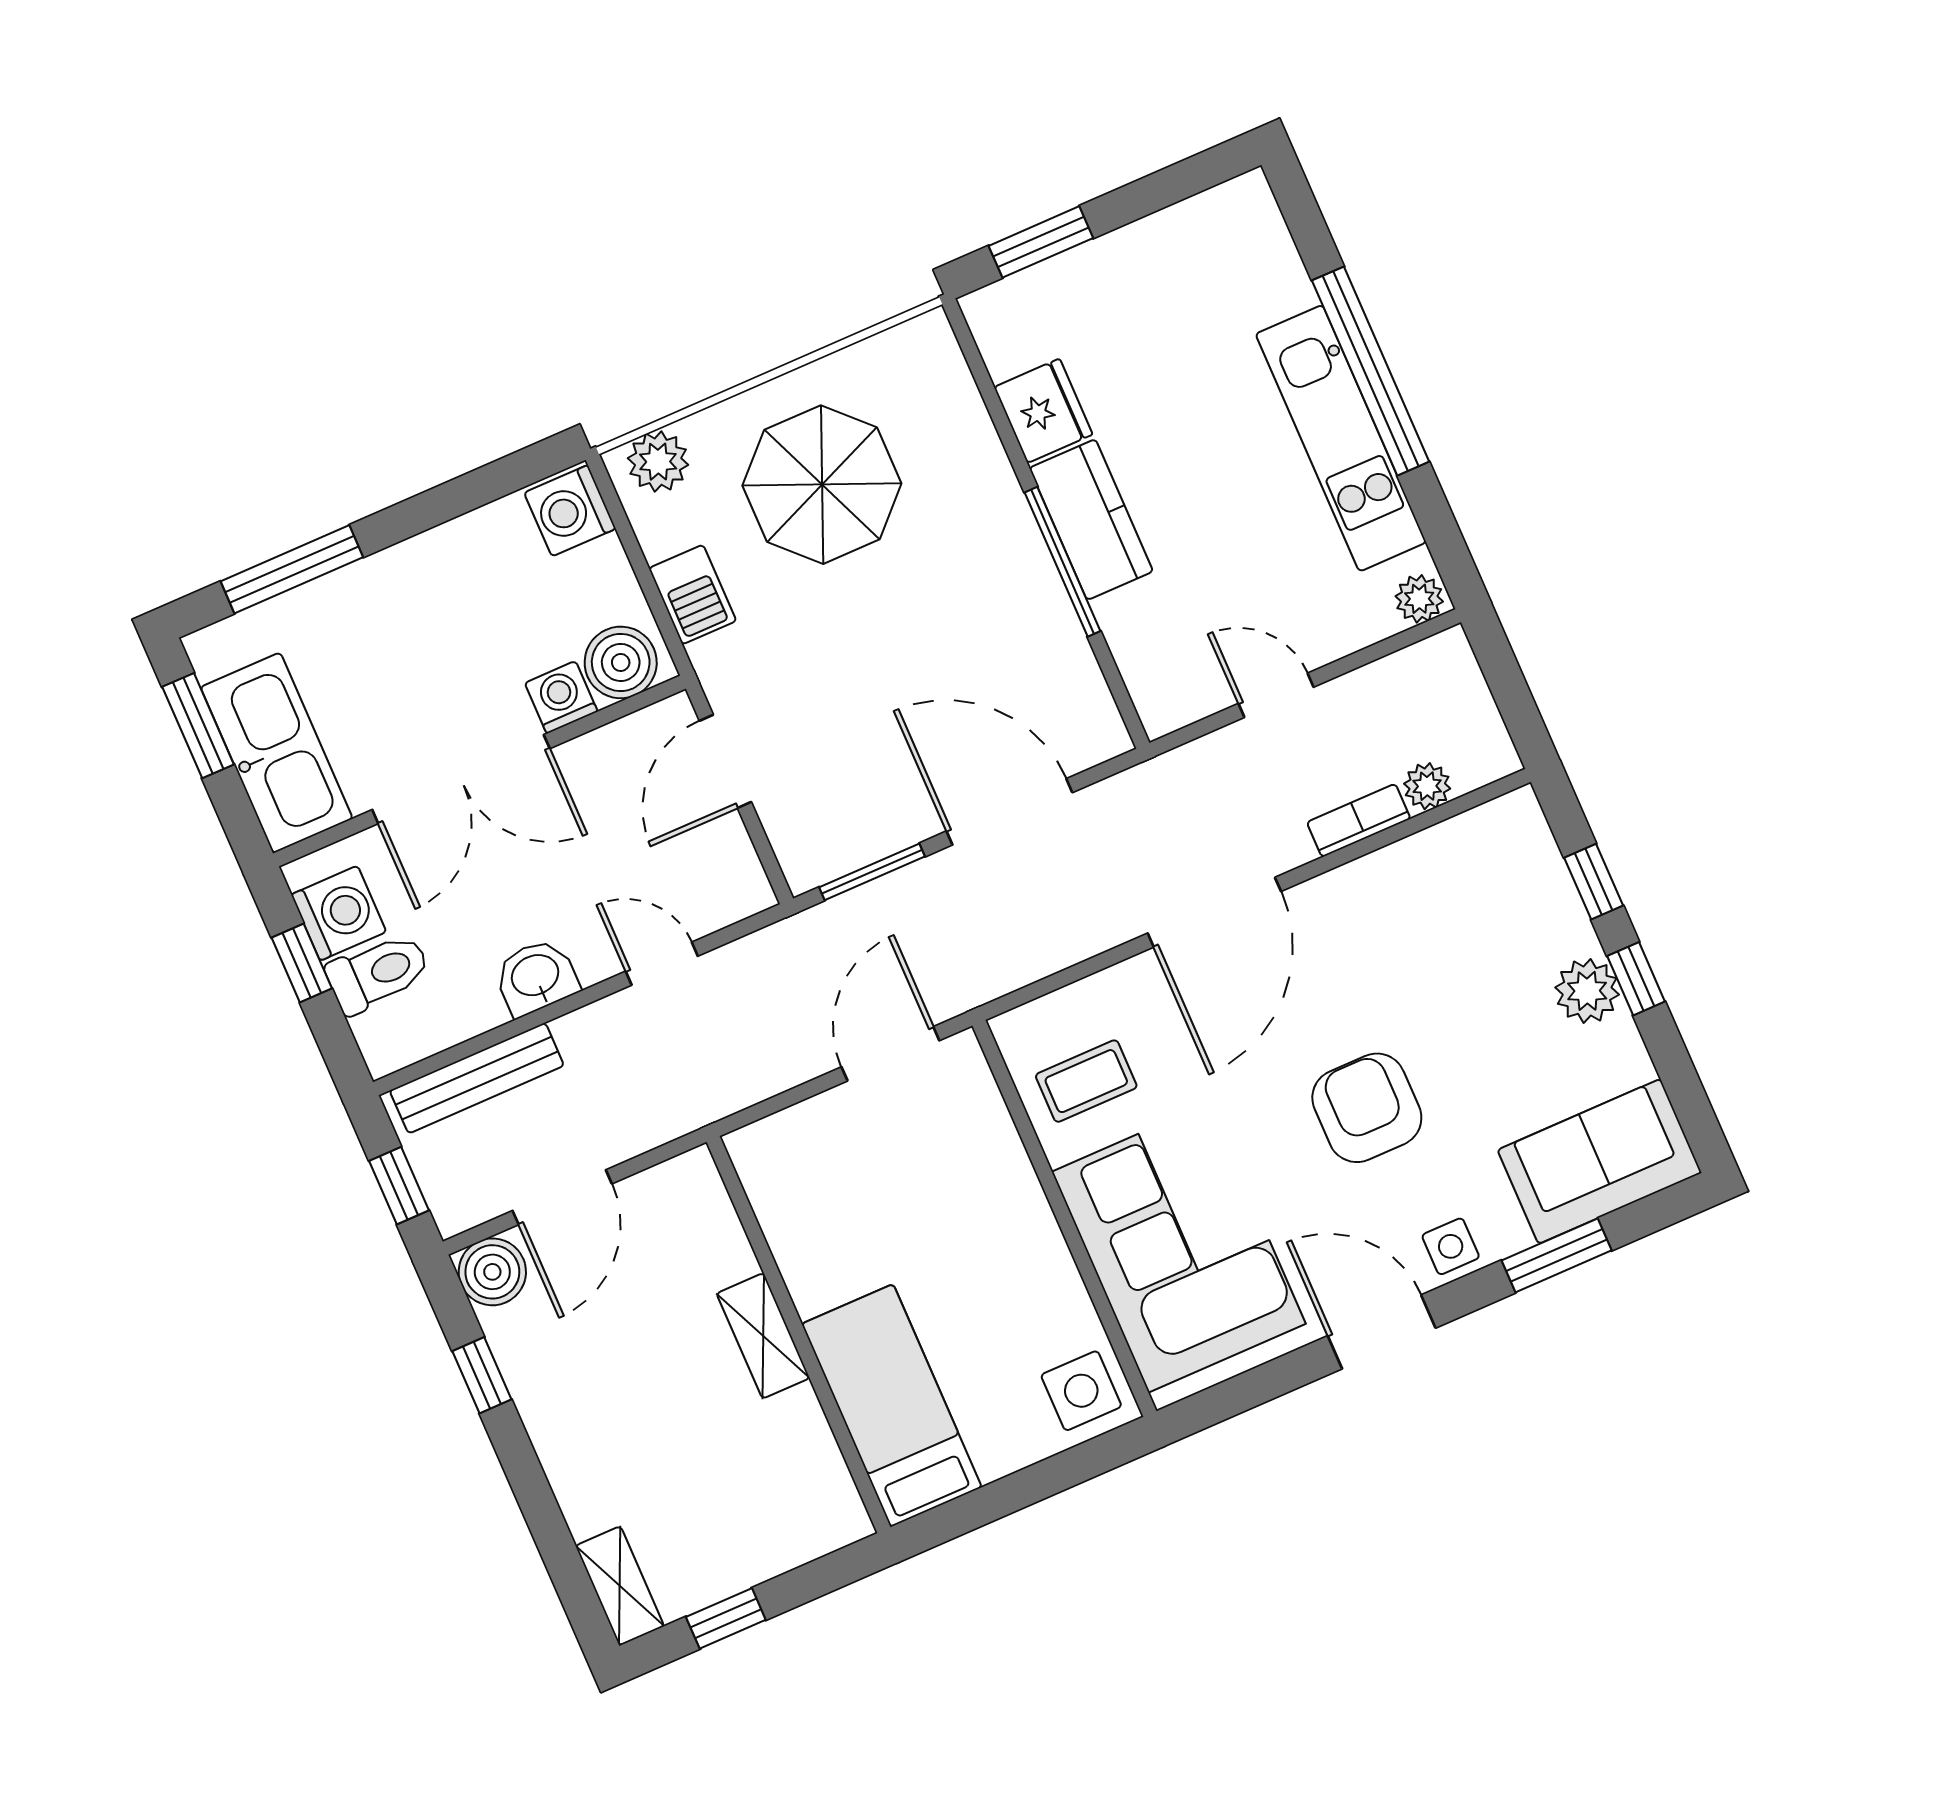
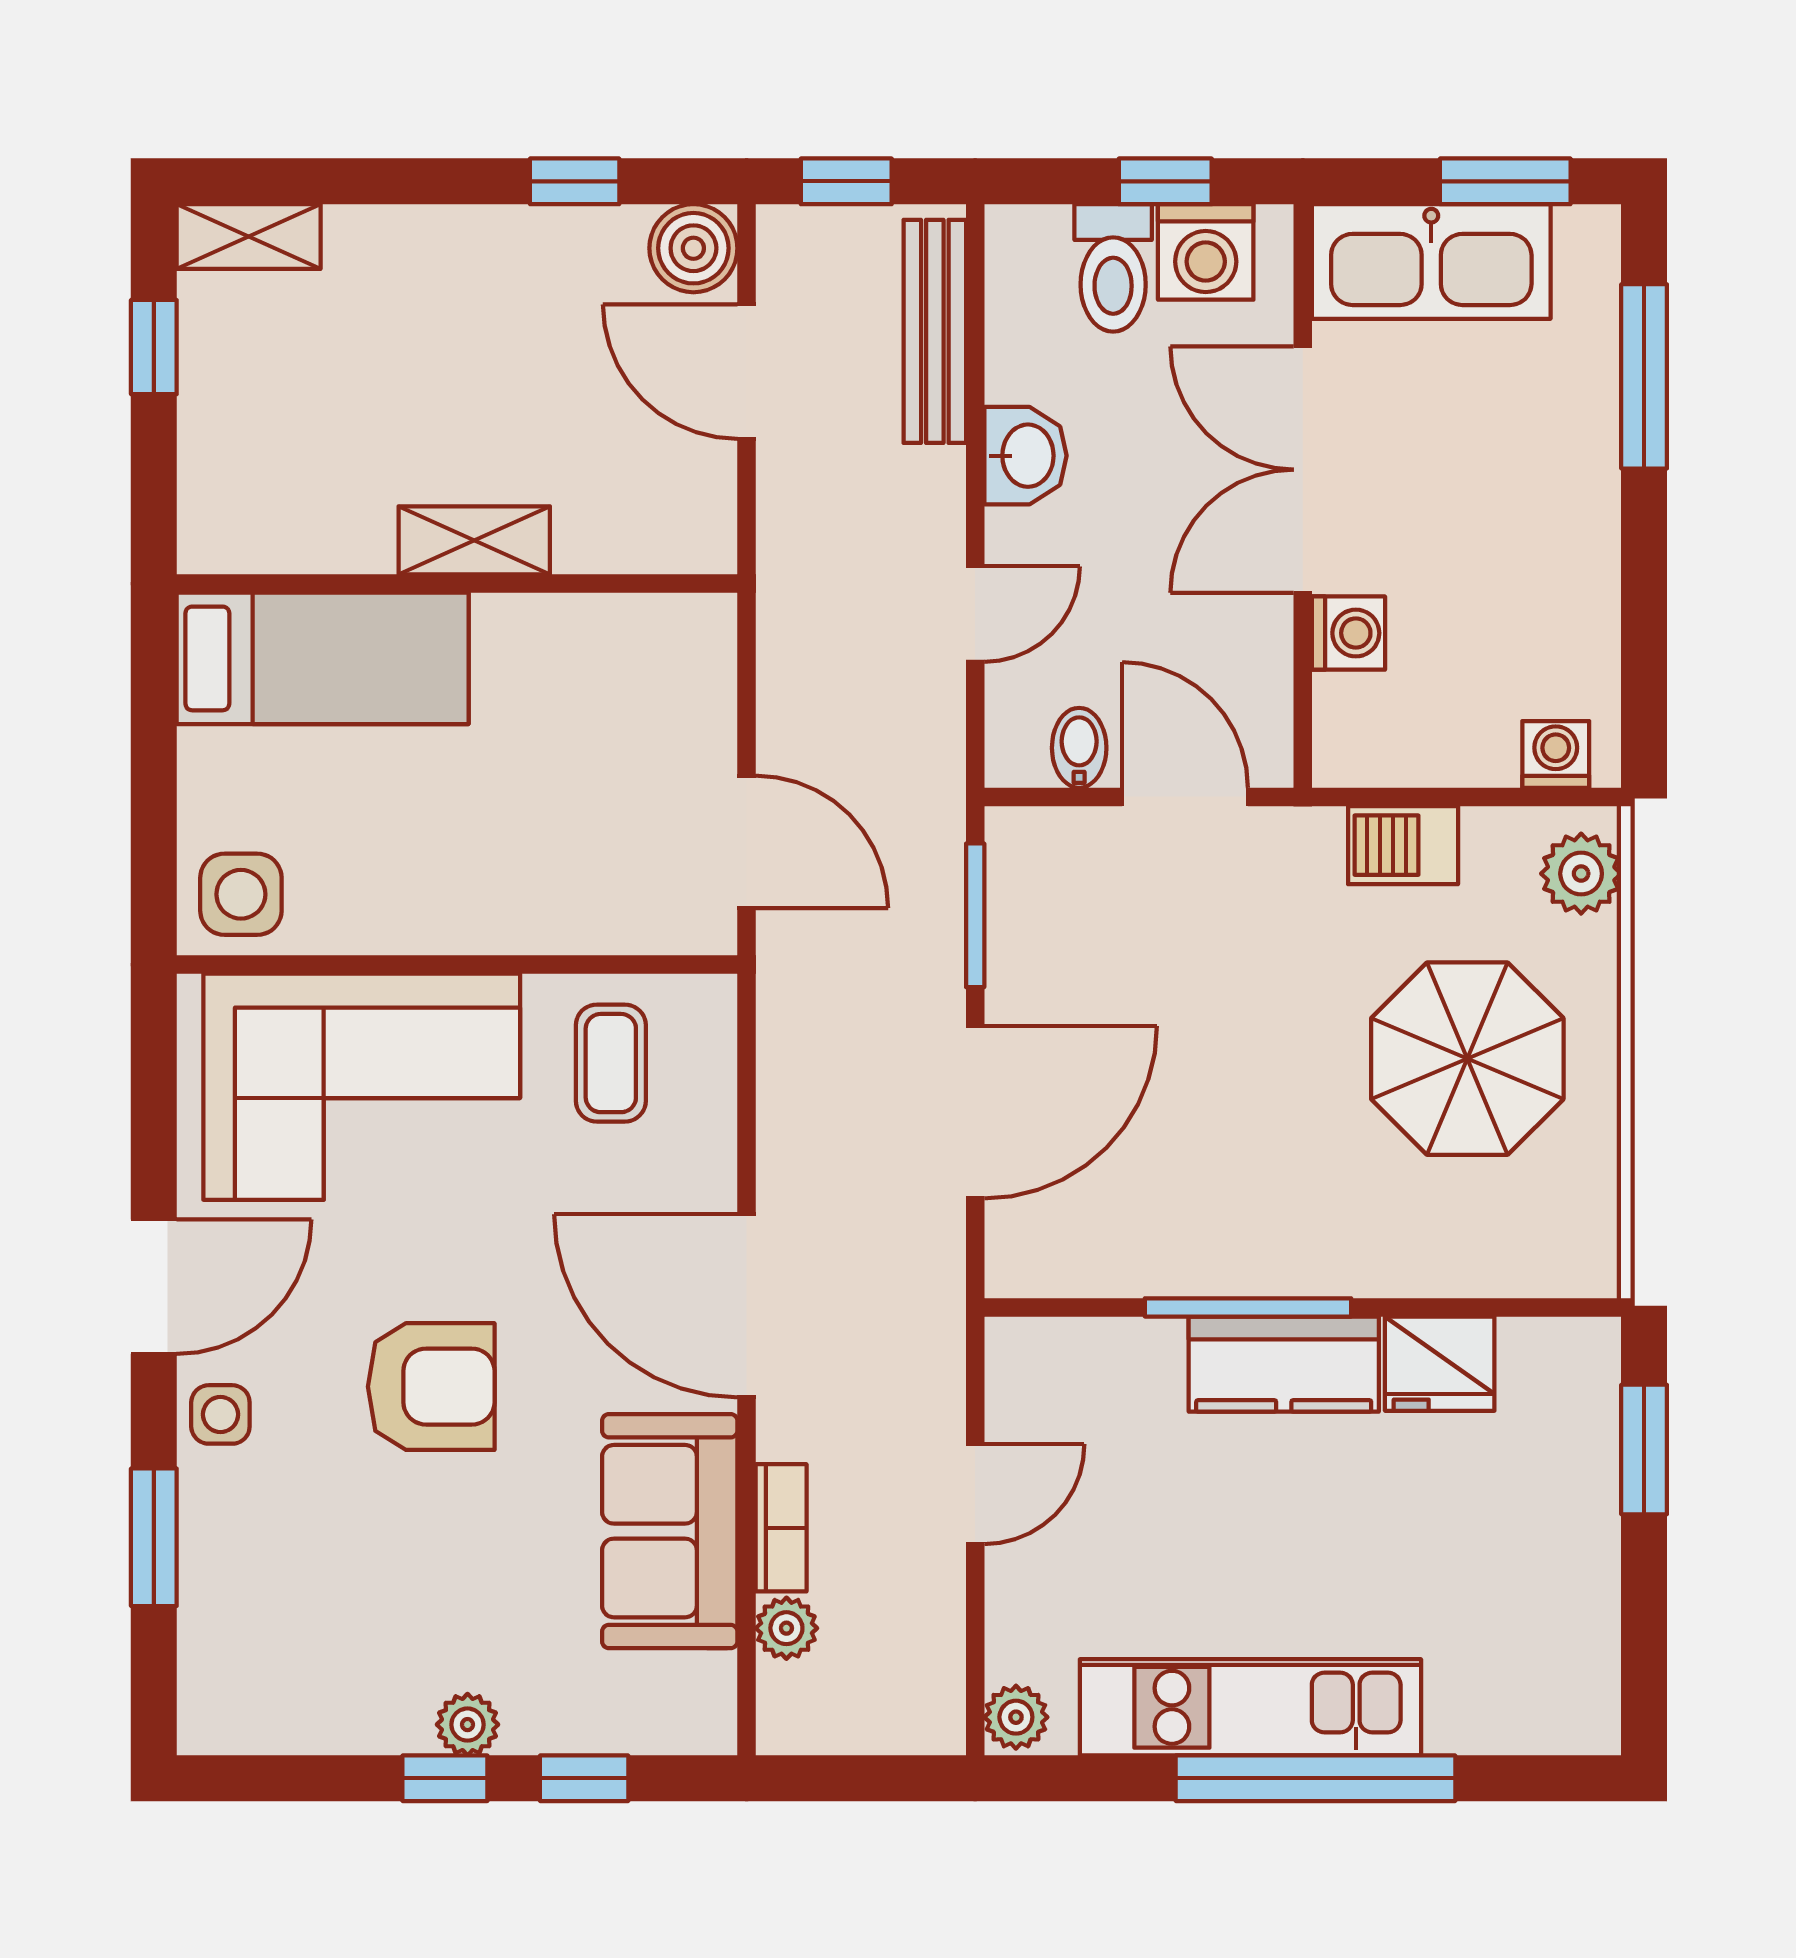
washing machine: (570, 511) -> (1556, 754), width x0.73, depth x0.73
boiler: (621, 662) -> (1359, 723), removed
bidet: (723, 850) -> (1079, 748), added
plant: (1587, 991) -> (468, 1725), width x0.73, depth x0.73
sofa: (1600, 1161) -> (670, 1531), moved, turned 180

